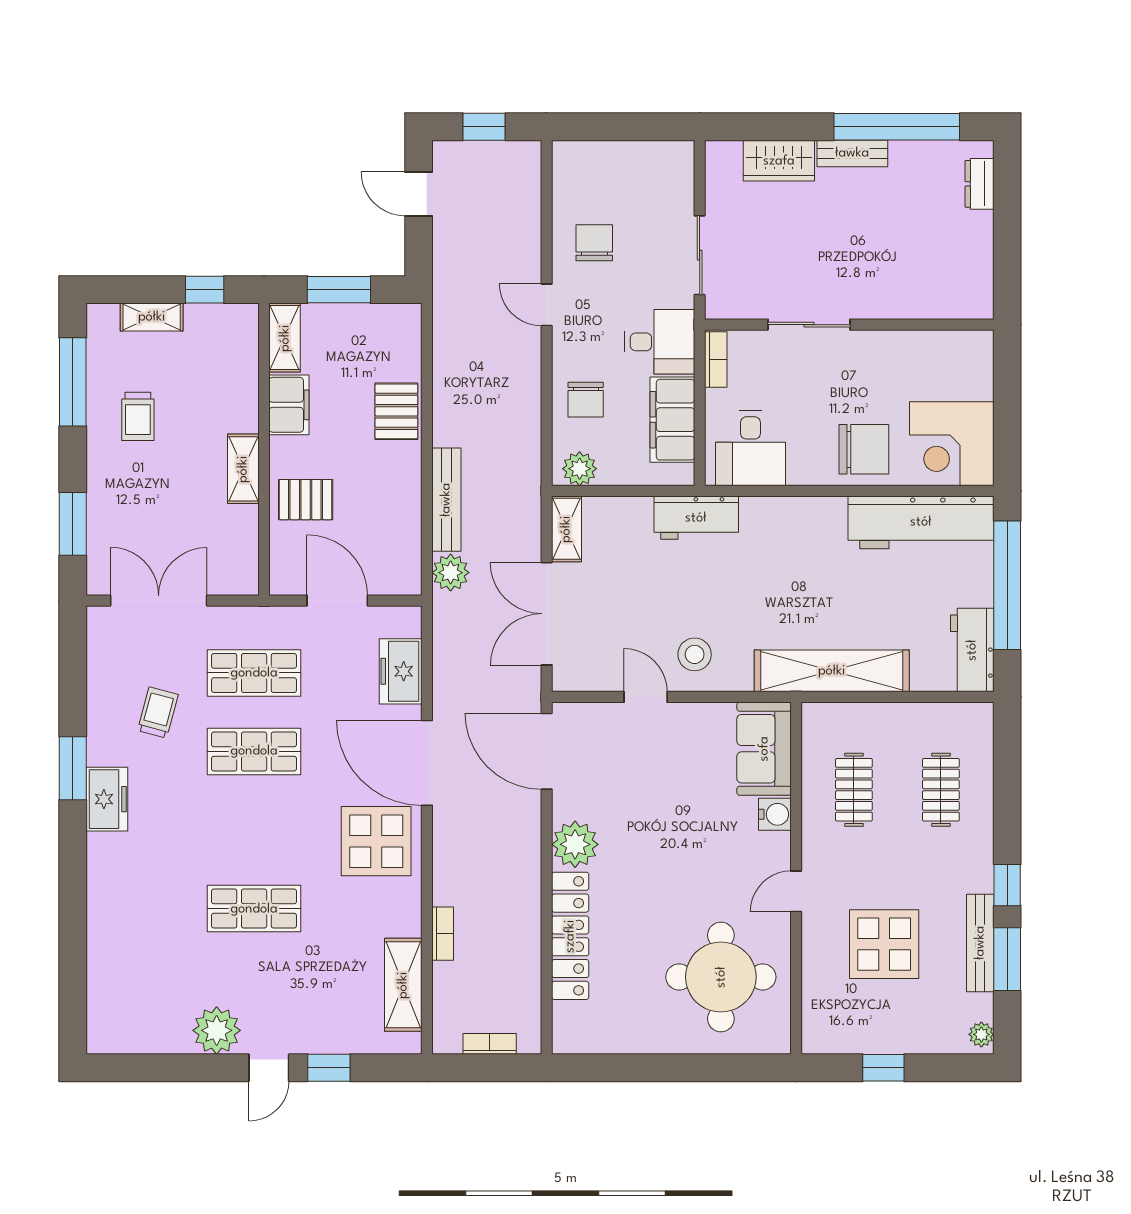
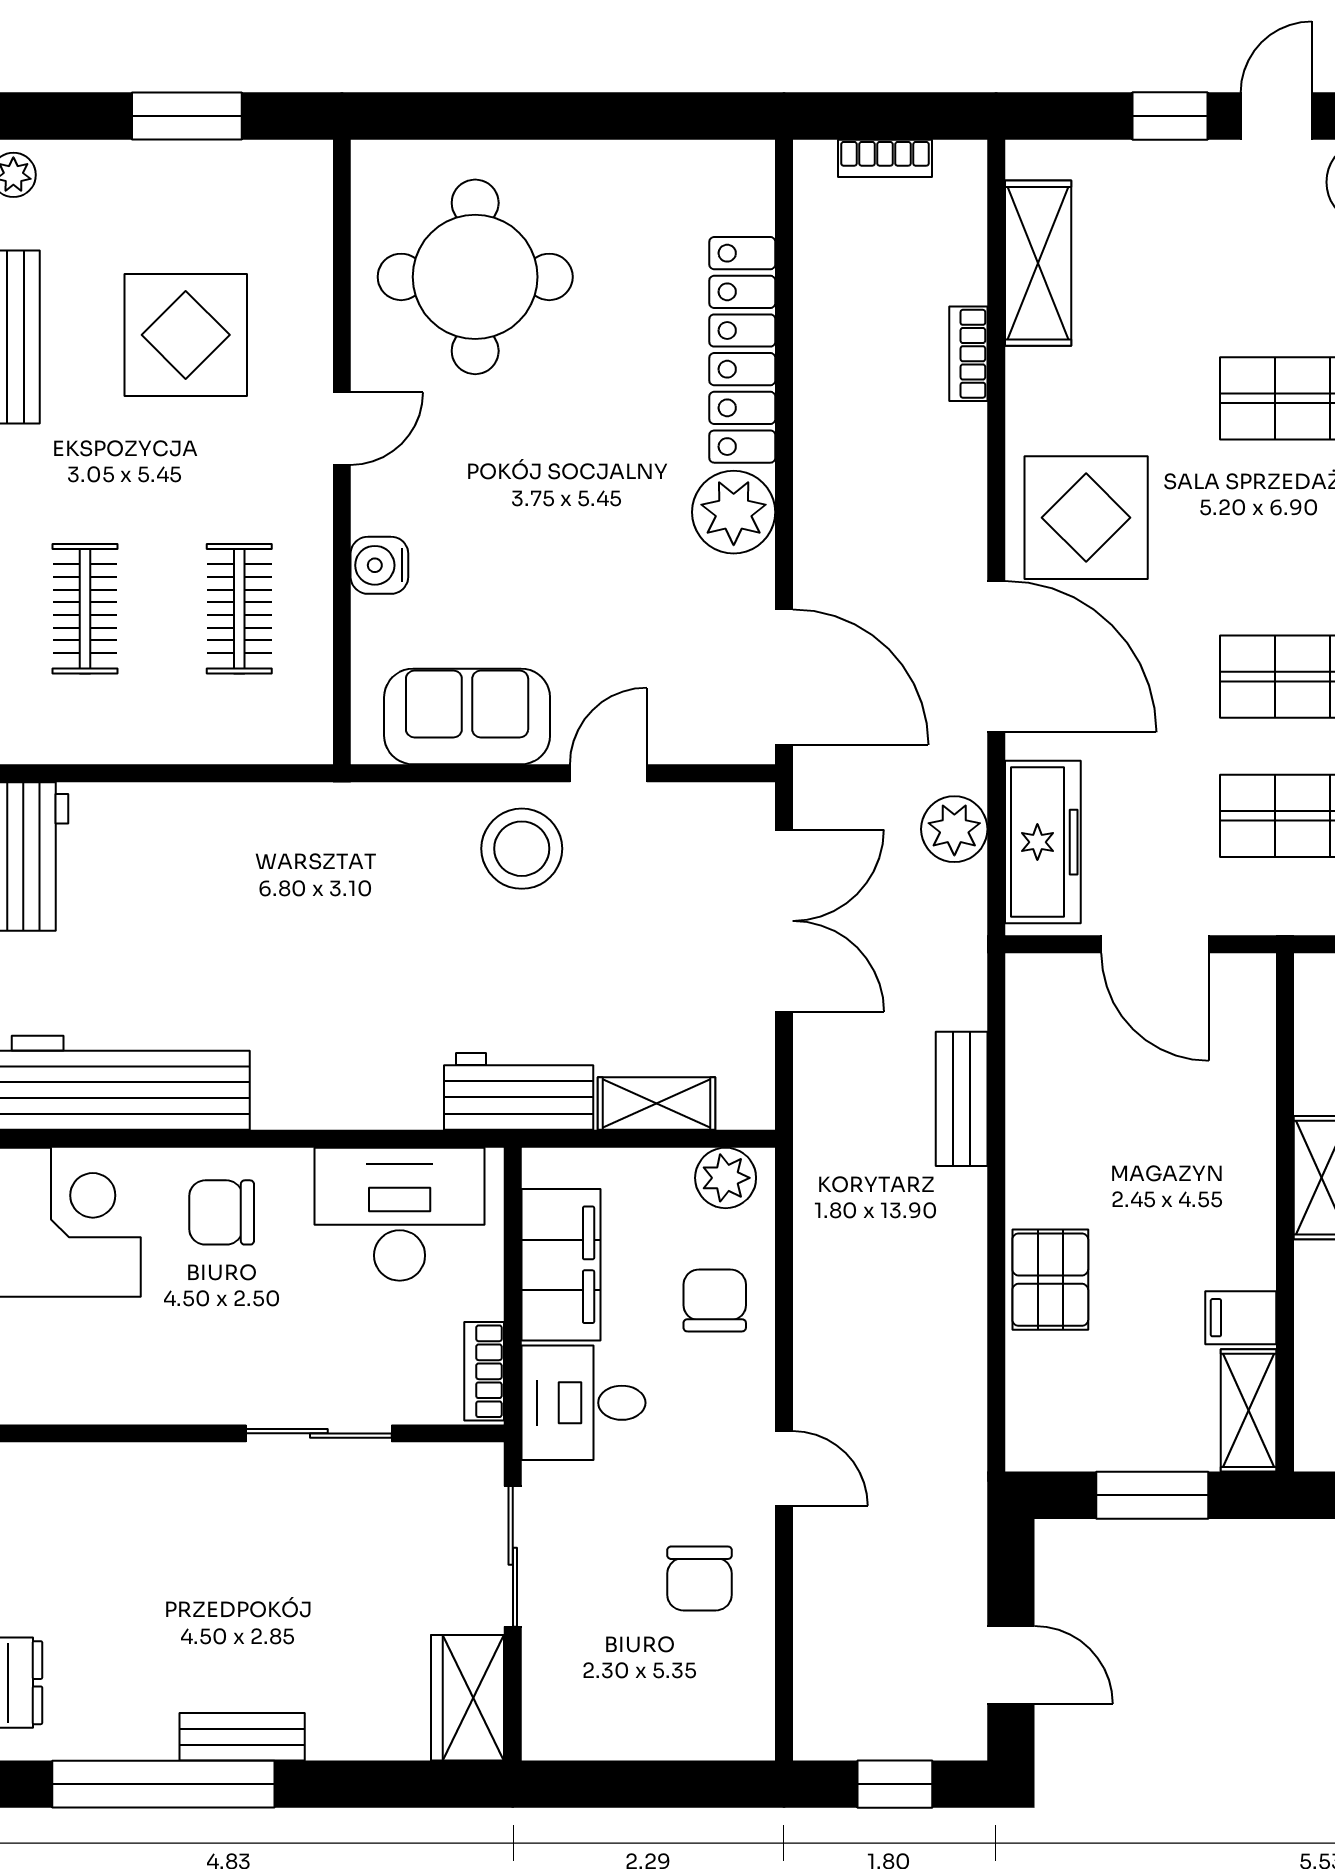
wardrobe: (779, 161) -> (468, 1698), moved, turned -90
filing cabinet: (289, 405) -> (1241, 1318), width x0.50
desk: (751, 448) -> (400, 1214), width x1.37
chair: (864, 449) -> (222, 1212), width x0.73, depth x0.73
pallet: (306, 500) -> (1211, 1123), removed
bench: (446, 500) -> (962, 1099), width x0.73
shelving: (566, 529) -> (656, 1103), moved, turned 90
plant: (451, 573) -> (954, 829), moved
stool: (695, 654) -> (522, 849), width x1.38, depth x1.38
freezer: (401, 671) -> (1043, 842), width x1.40
shelving: (832, 671) -> (279, 819), removed
door: (646, 697) -> (608, 773), swing flipped
sofa: (764, 749) -> (467, 716), moved, turned -90
window: (883, 1068) -> (187, 116), width x1.50

